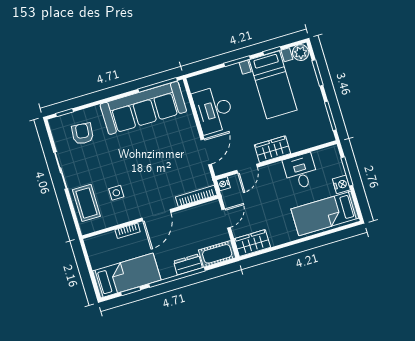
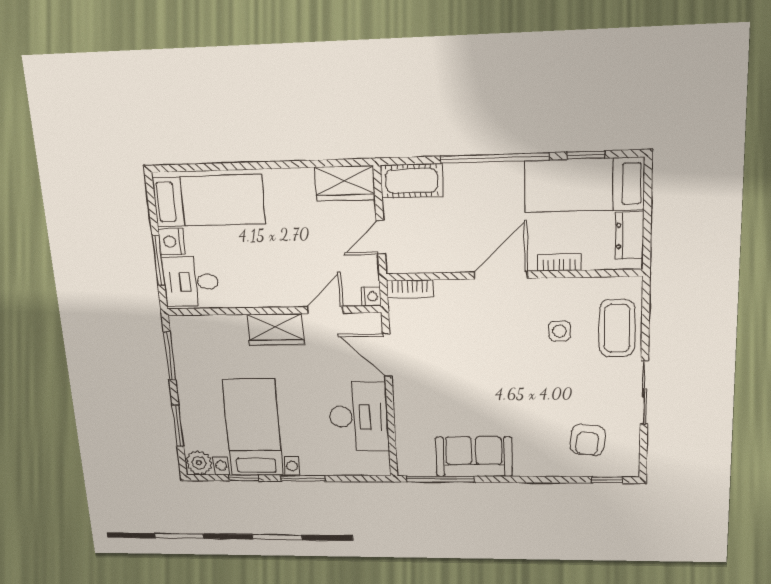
sofa: (143, 108) -> (474, 457), width x0.54, depth x0.79
door: (206, 152) -> (387, 355), hinge flipped
desk: (301, 171) -> (191, 282), moved, turned 90
bookcase: (196, 196) -> (410, 289), width x0.64
dresser: (188, 264) -> (630, 236), moved, turned 90

